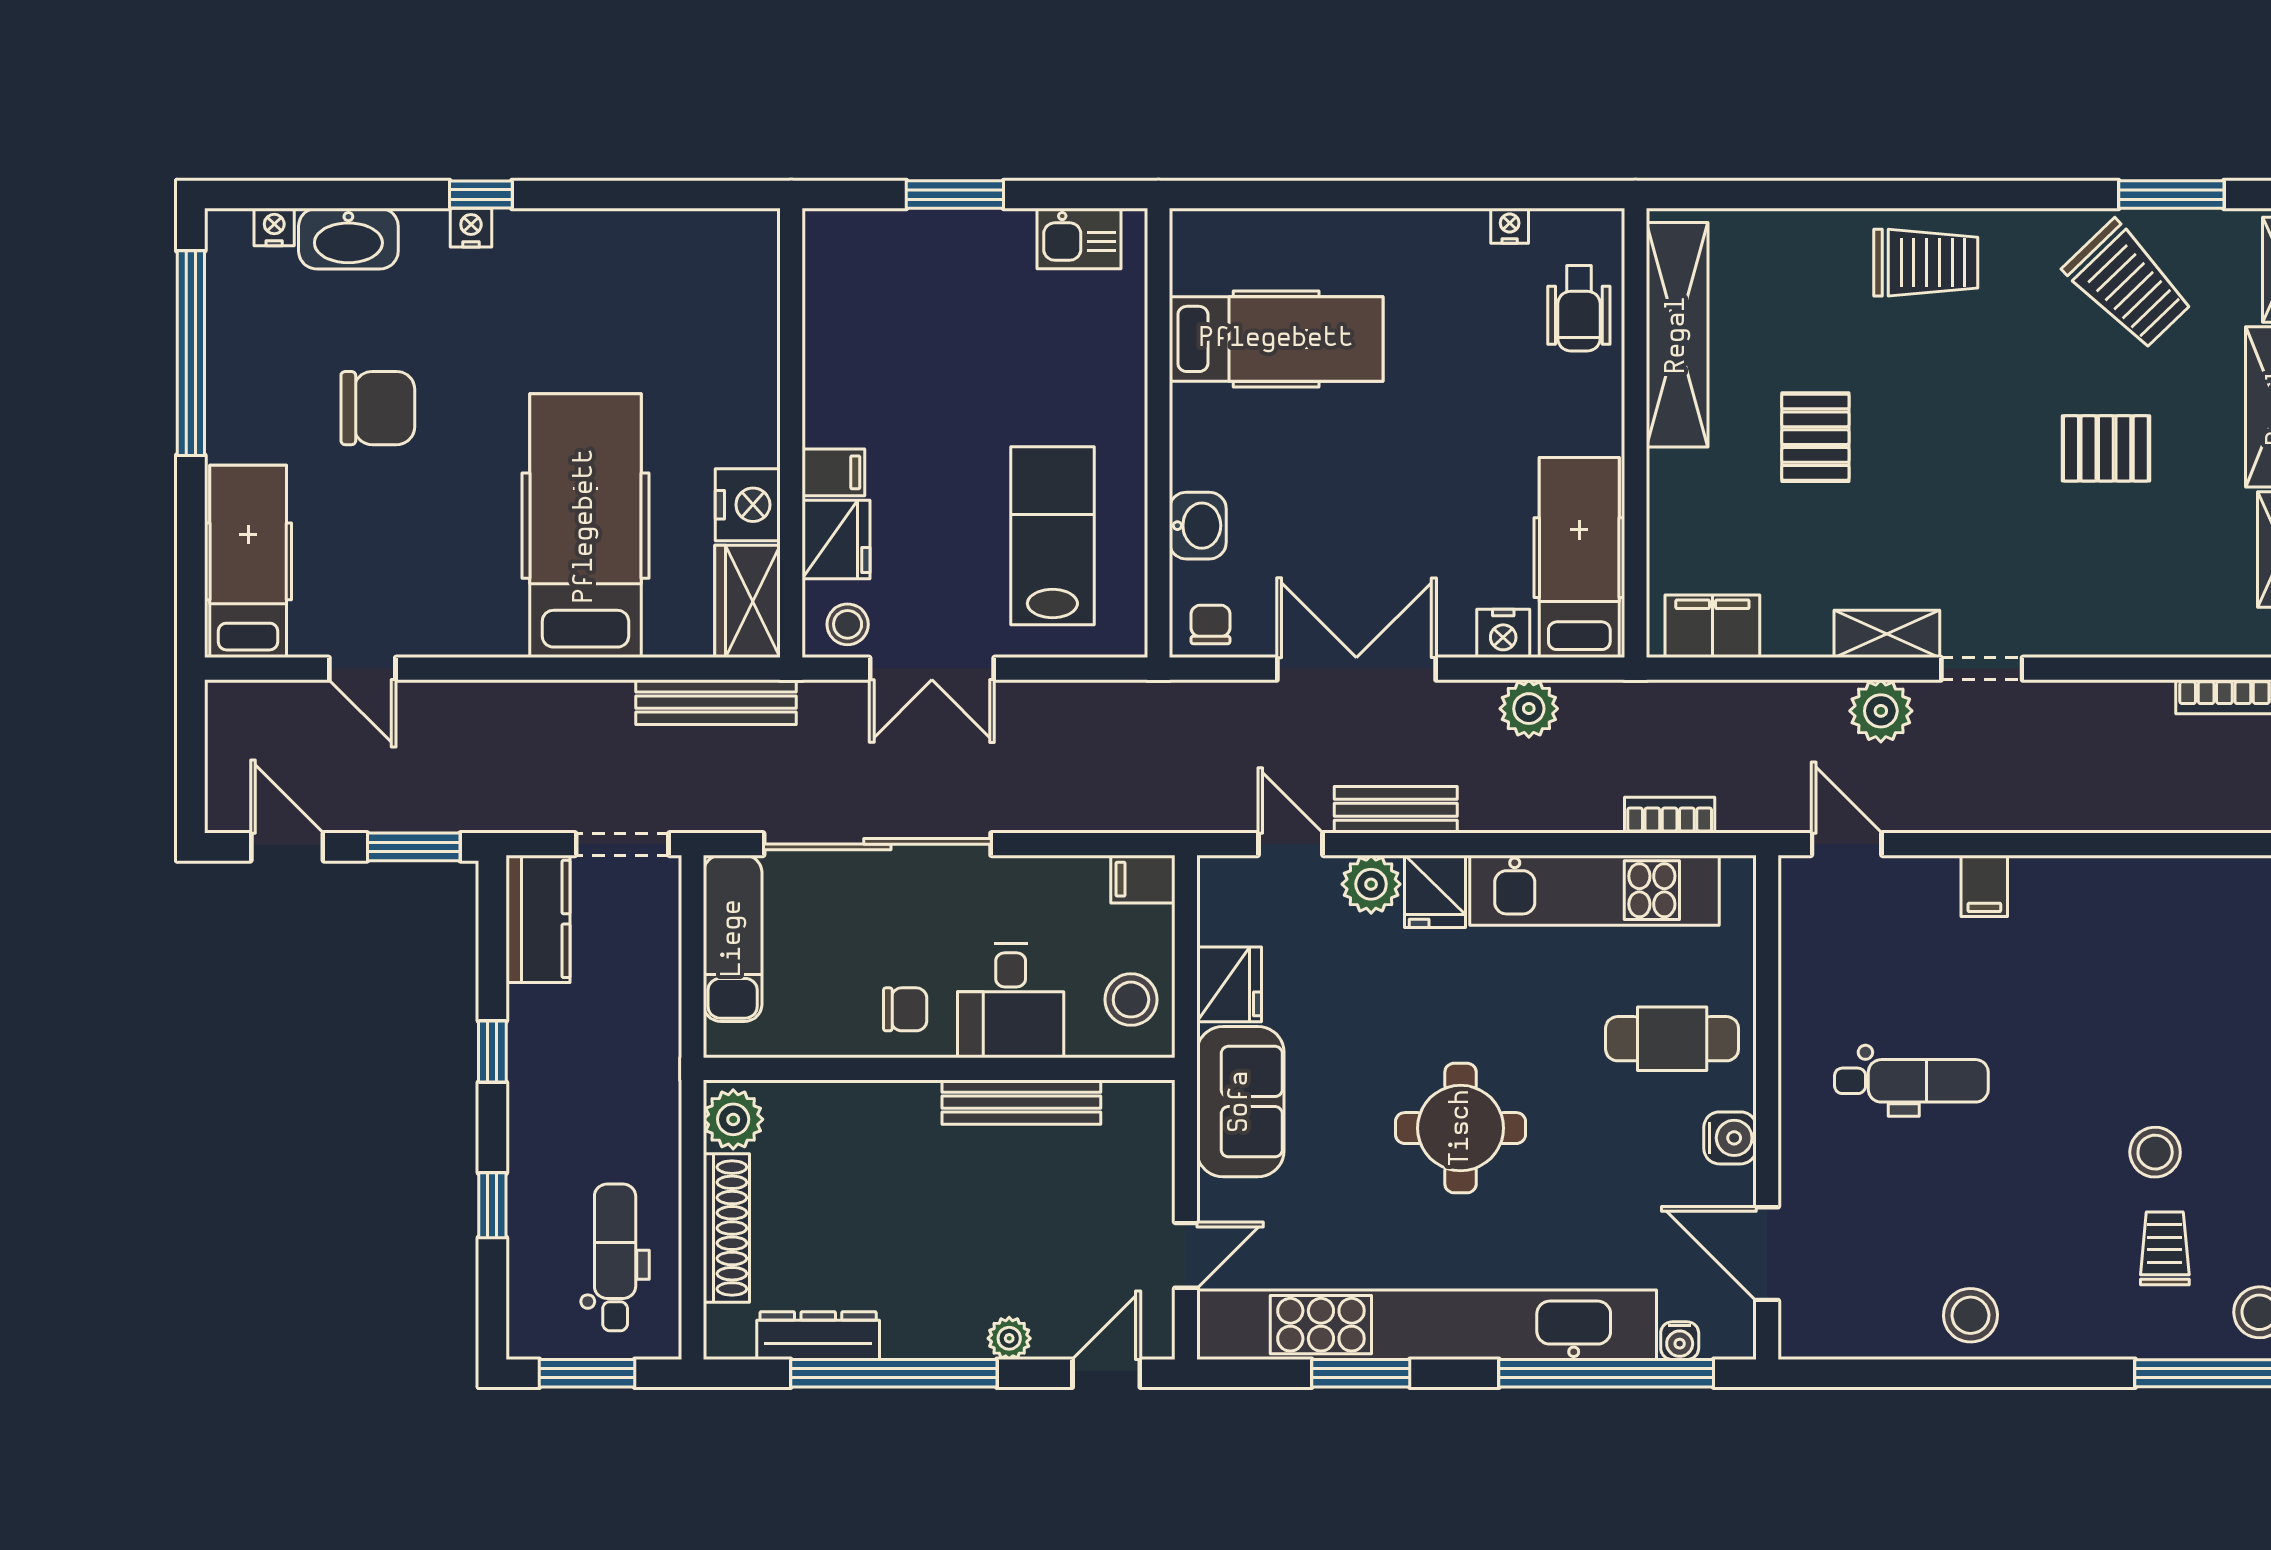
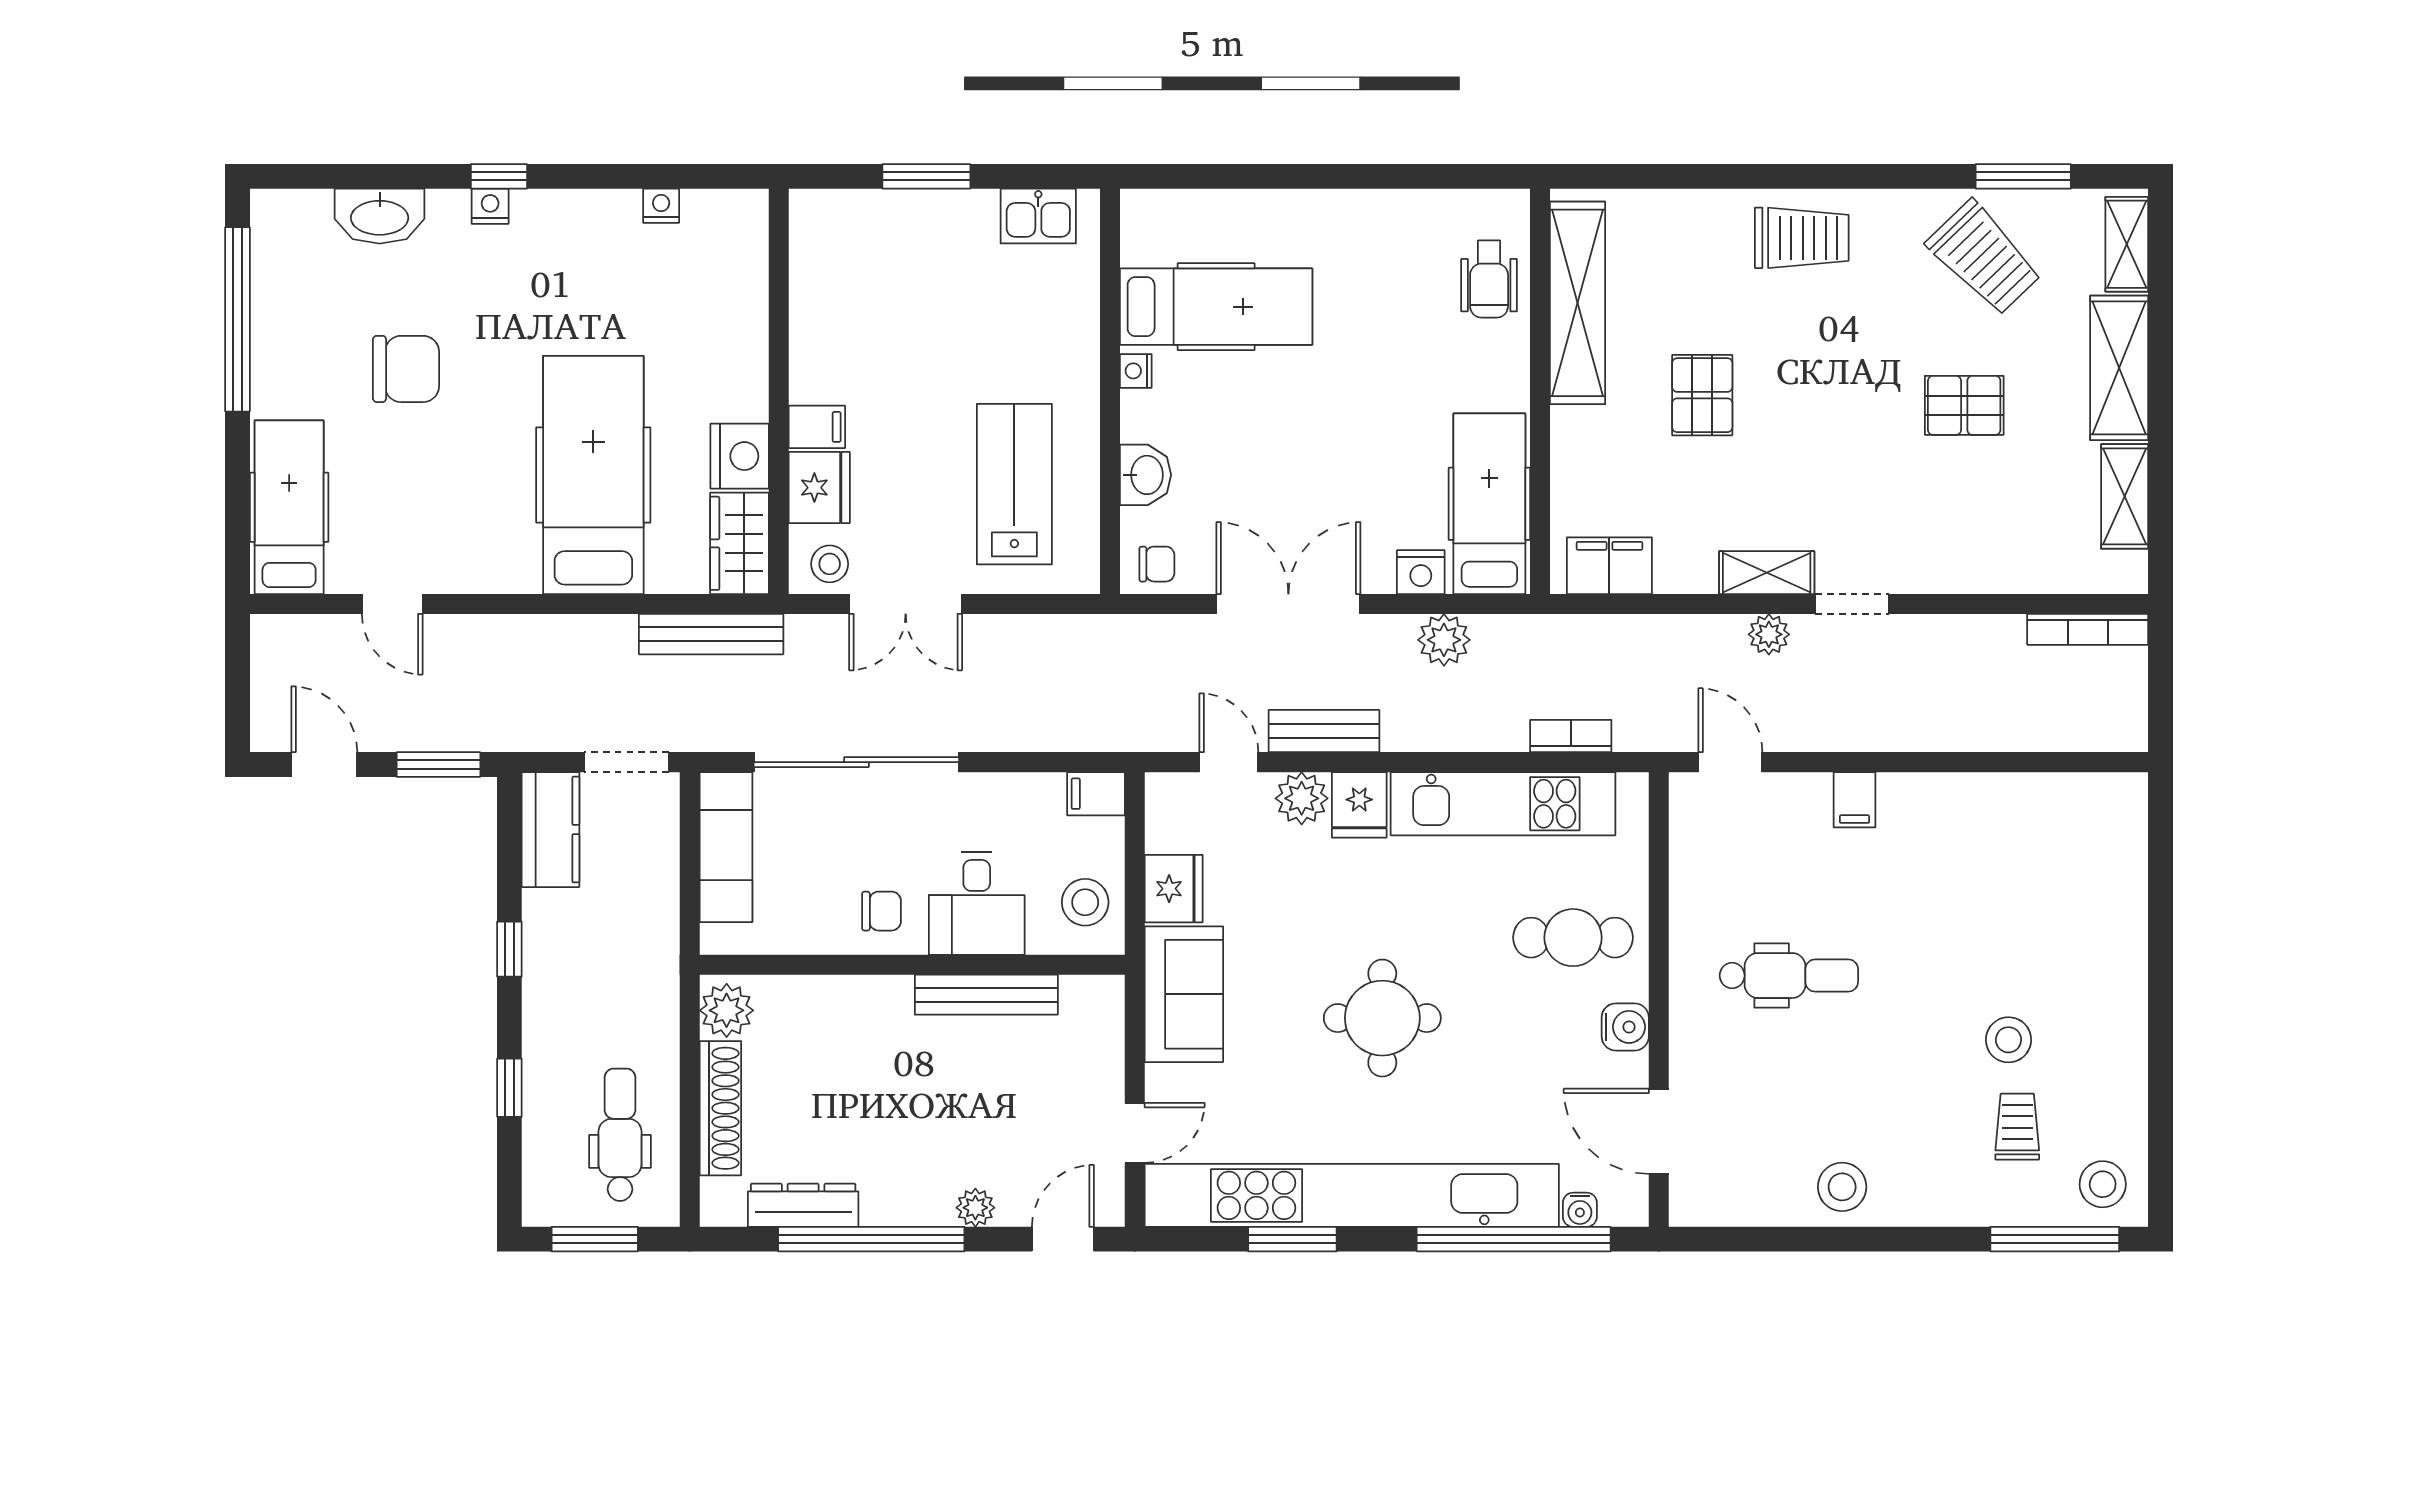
nightstand: (1510, 226) -> (1136, 371), moved, turned -90
nightstand: (274, 227) -> (661, 206), moved
chair: (1210, 624) -> (1157, 564), turned 90
plant: (1881, 711) -> (1769, 634), width x0.73, depth x0.73

